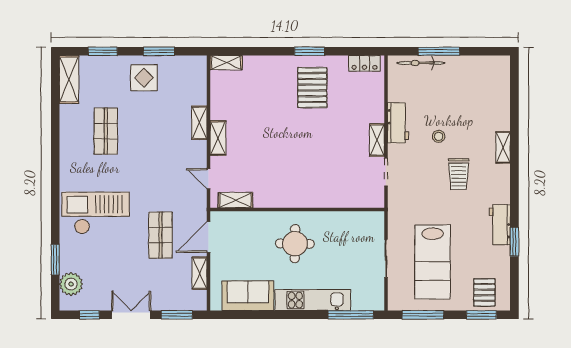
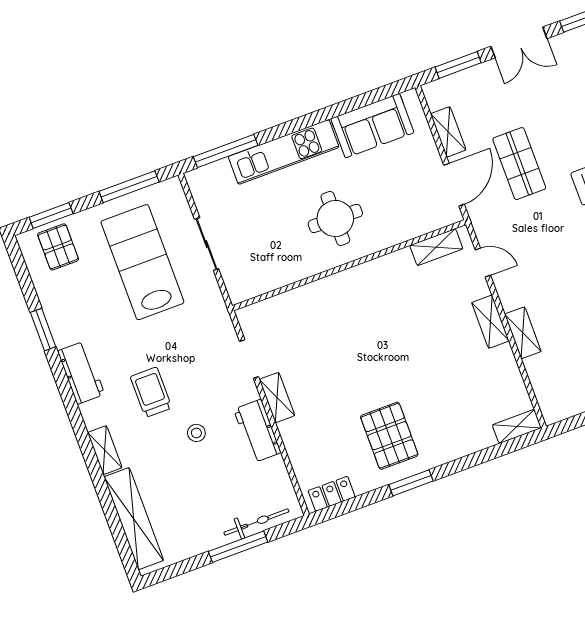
shelving: (501, 95) -> (134, 519), added
workbench: (500, 225) -> (81, 373), moved

